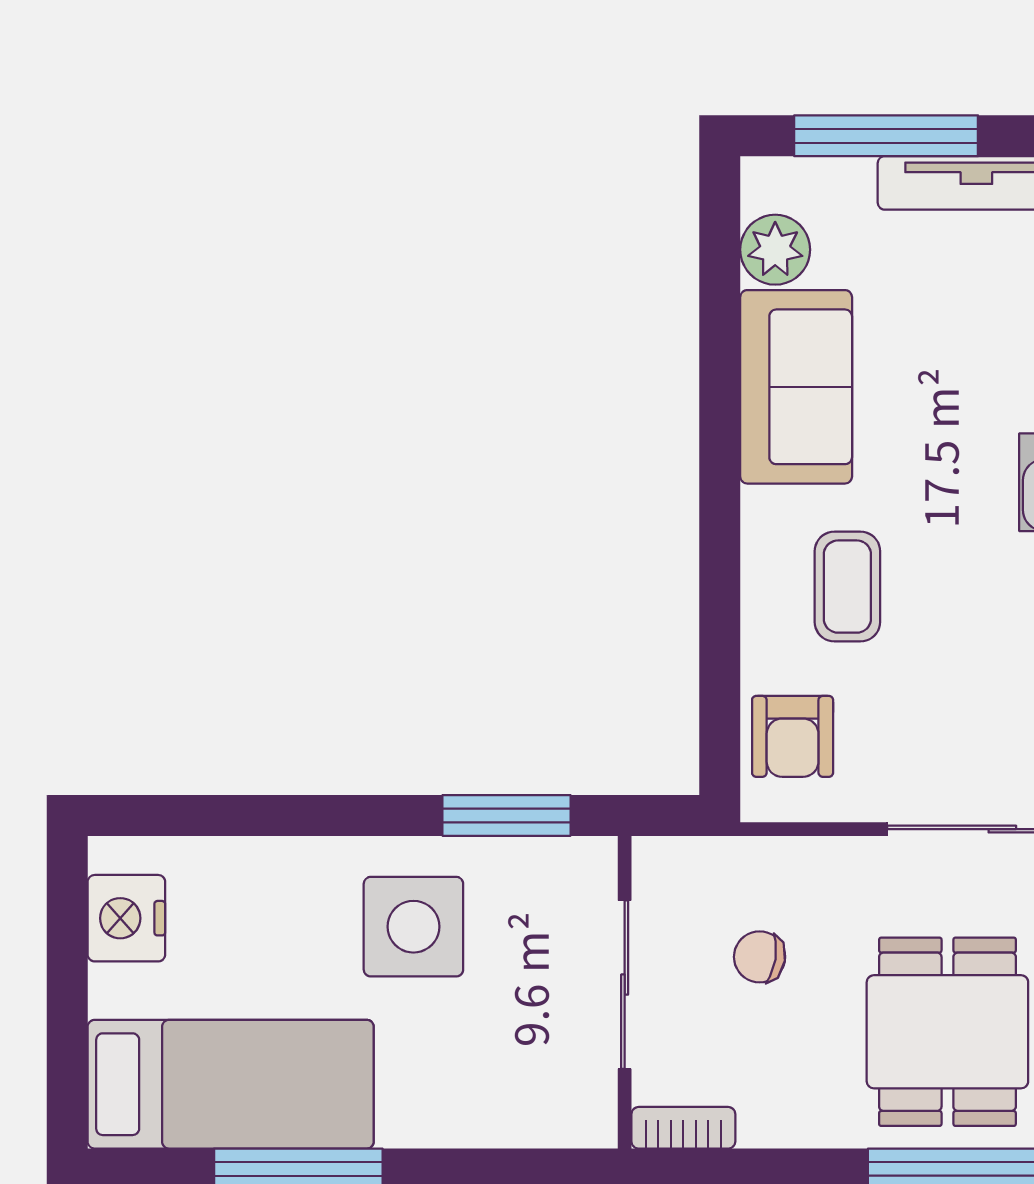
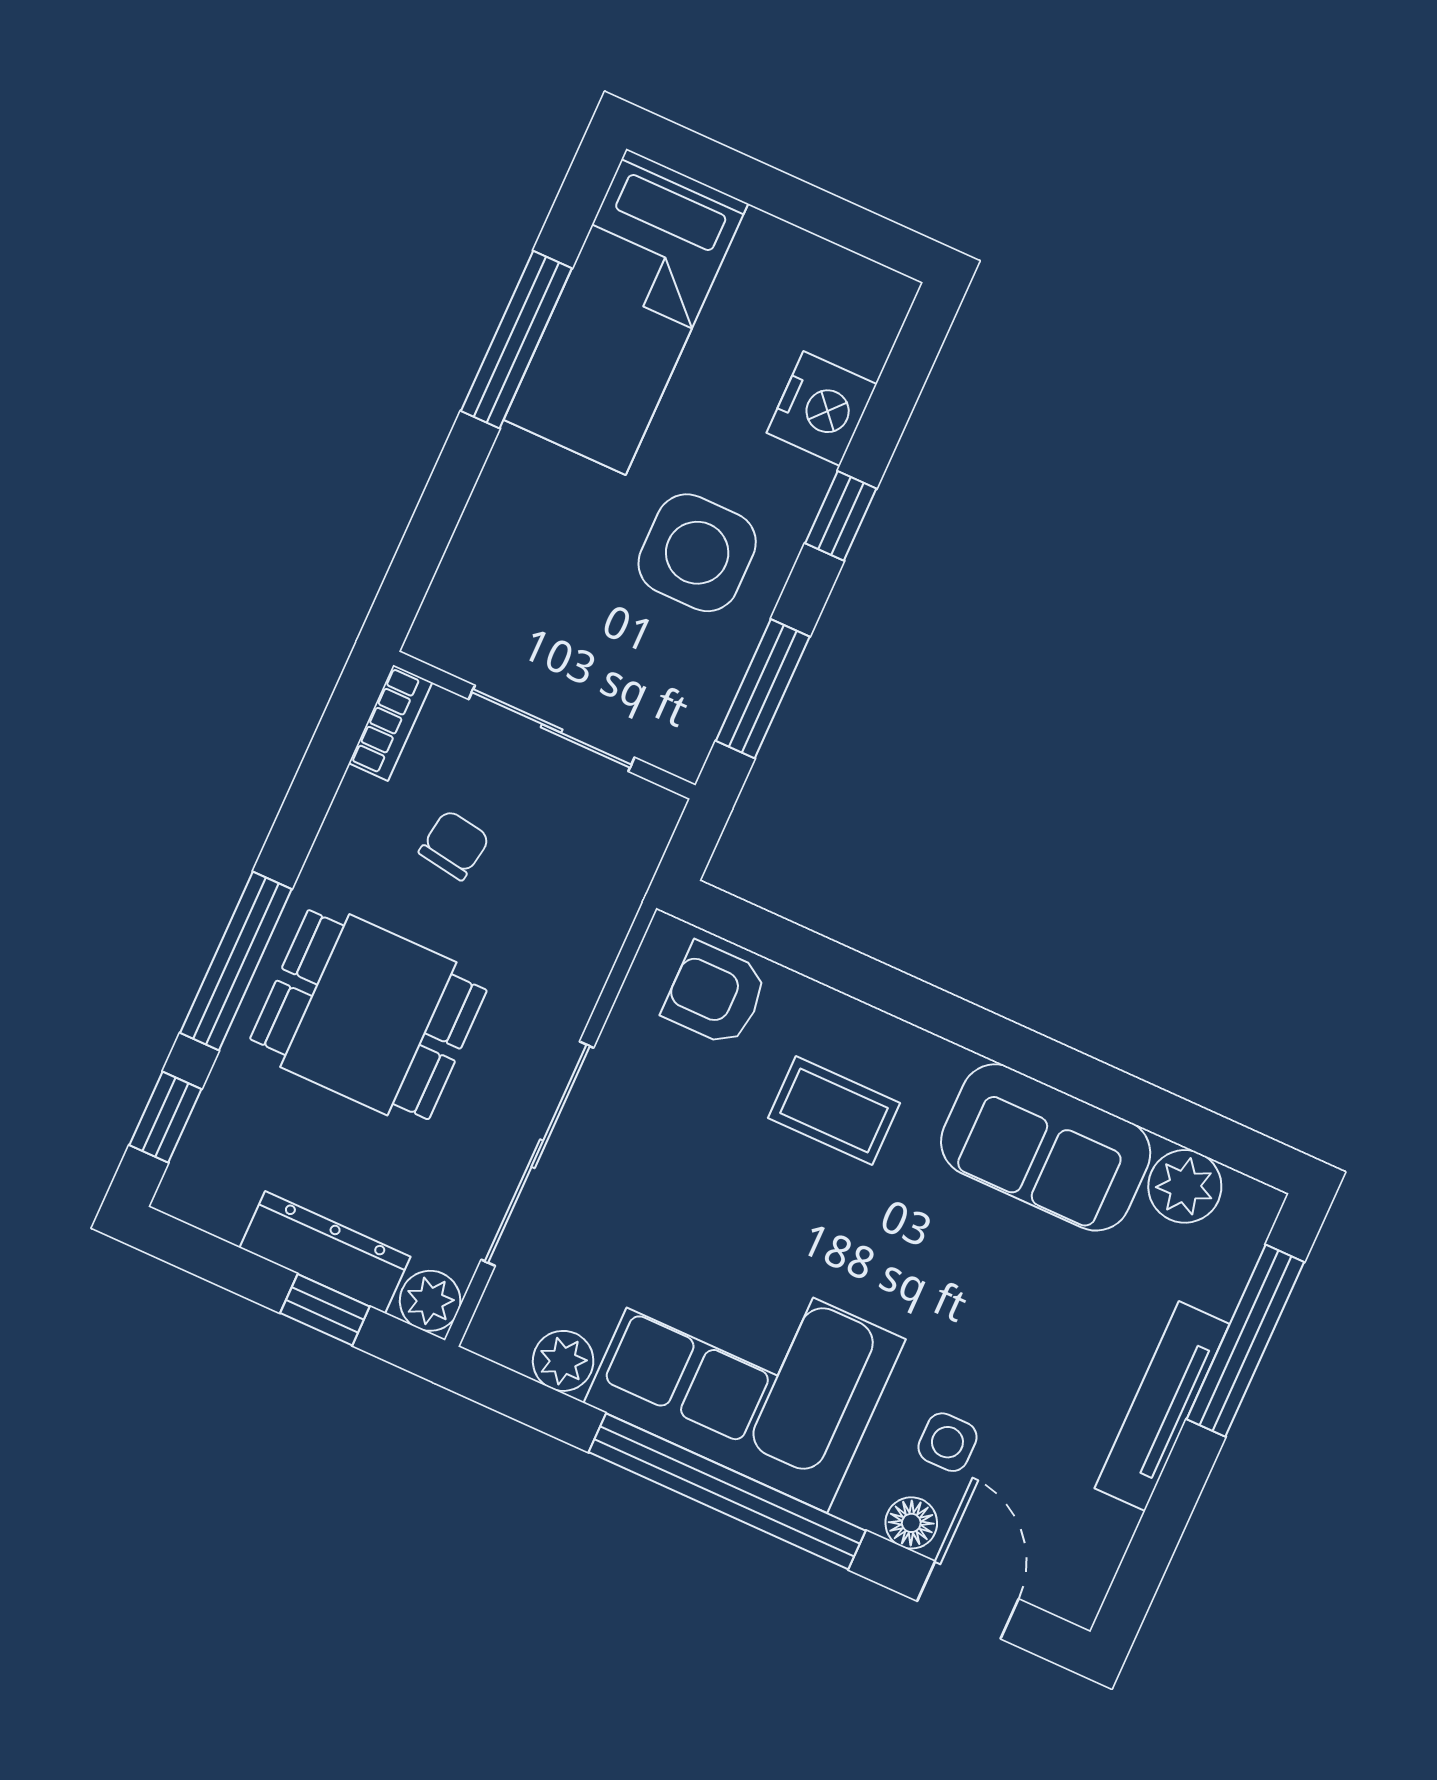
window: (325, 815) -> (841, 516), added
nightstand: (126, 918) -> (822, 409), moved, turned 90
chair: (760, 957) -> (454, 845), moved

